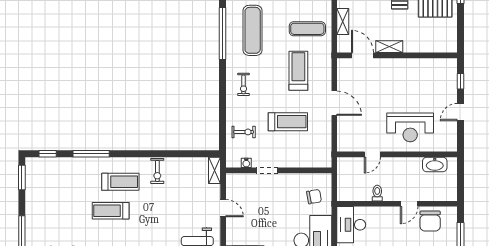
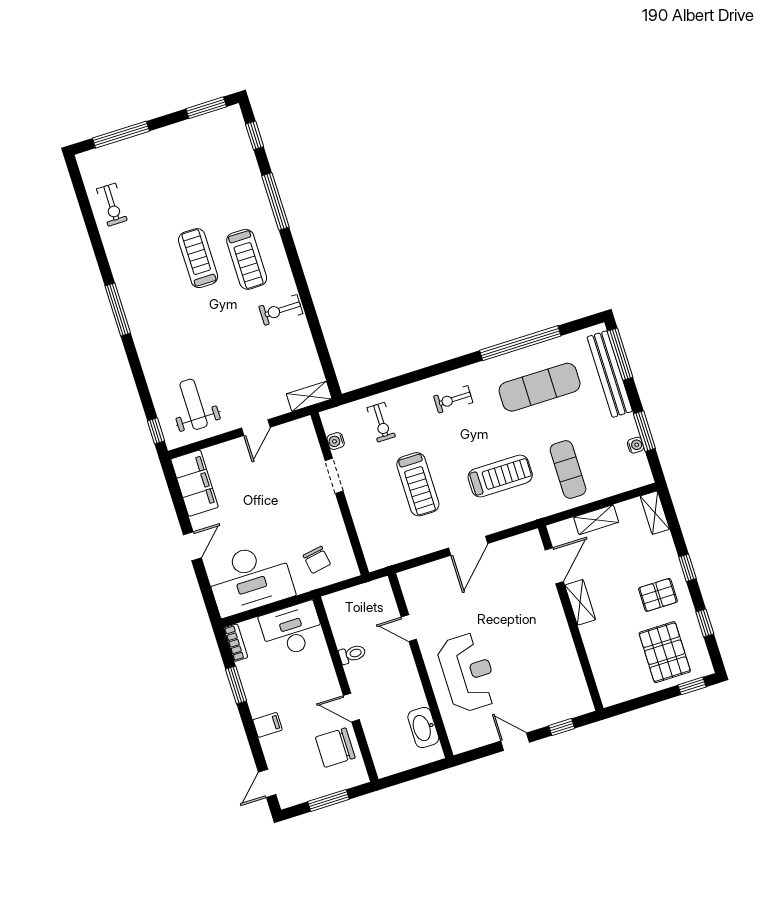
reception desk: (410, 127) -> (468, 673), turned 180

